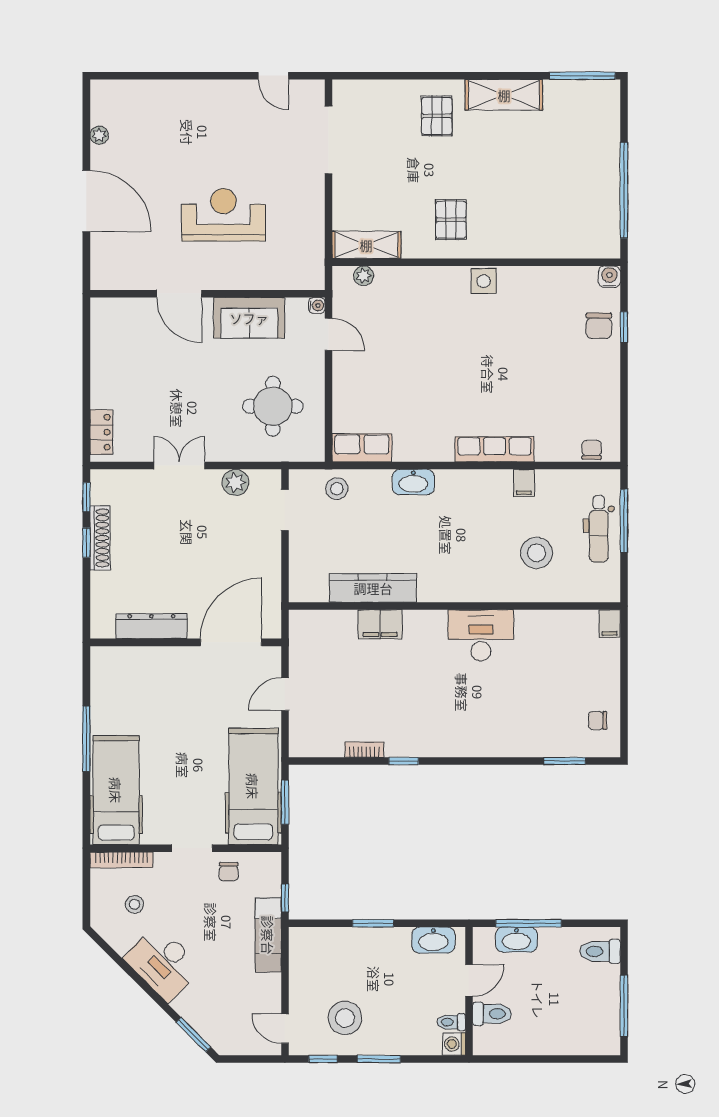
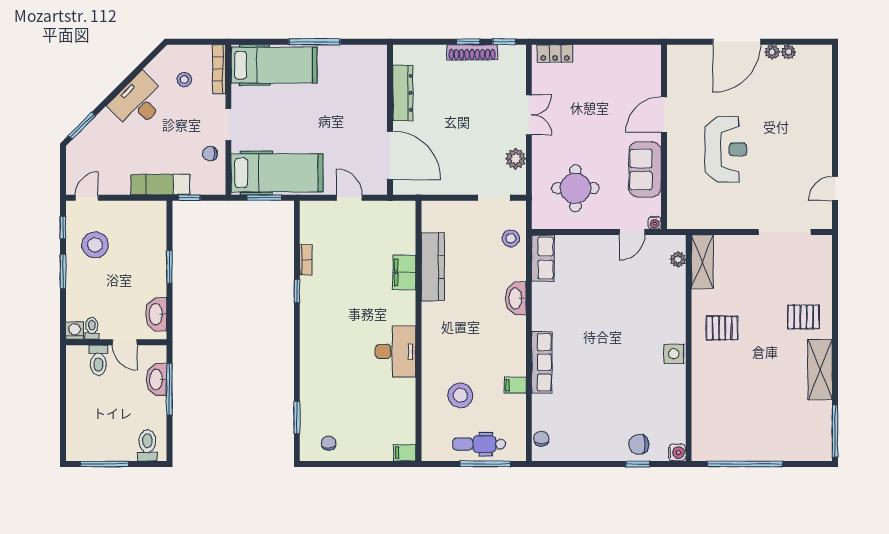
plant: (99, 156) -> (772, 52), added
chair: (592, 450) -> (541, 439), turned -90

